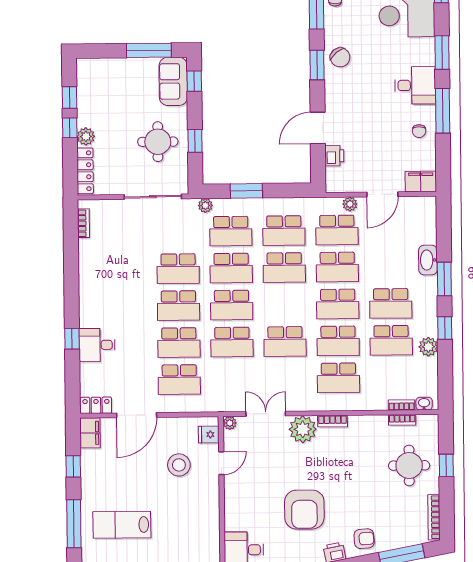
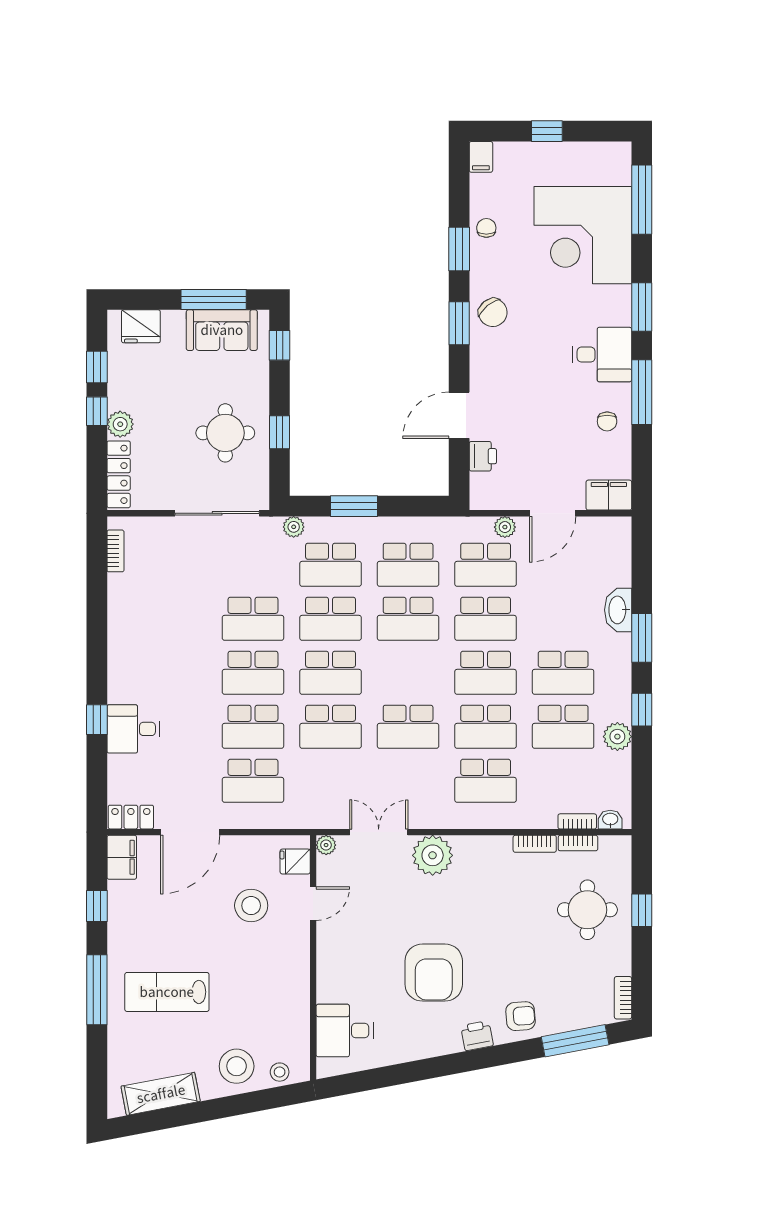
fridge: (99, 69) -> (141, 326), added
sofa: (173, 81) -> (222, 330), moved, turned -90
bookcase: (333, 421) -> (535, 844), moved
bookcase: (434, 517) -> (623, 998), width x0.64

